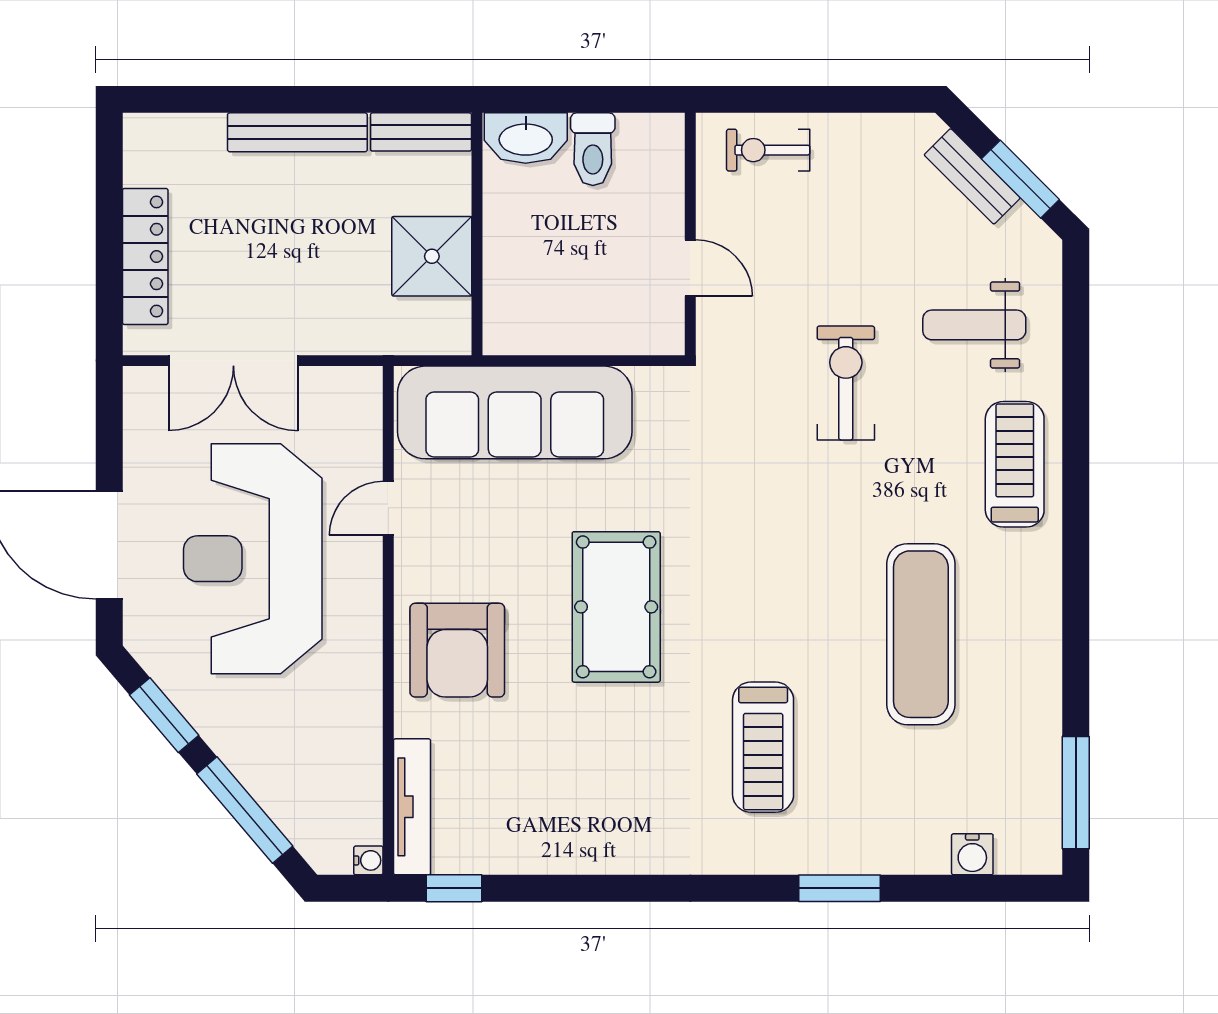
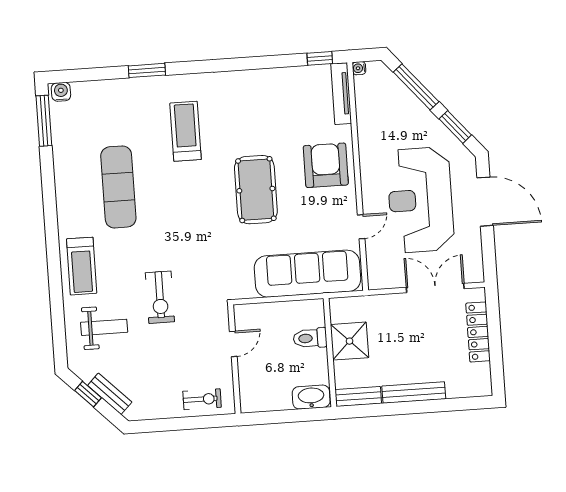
toilet: (593, 149) -> (310, 338), moved, turned -90
window: (1020, 179) -> (88, 394), width x0.67
door: (690, 268) -> (233, 344), swing flipped
reception desk: (253, 559) -> (420, 200), turned 180
water cooler: (972, 854) -> (61, 92), moved

